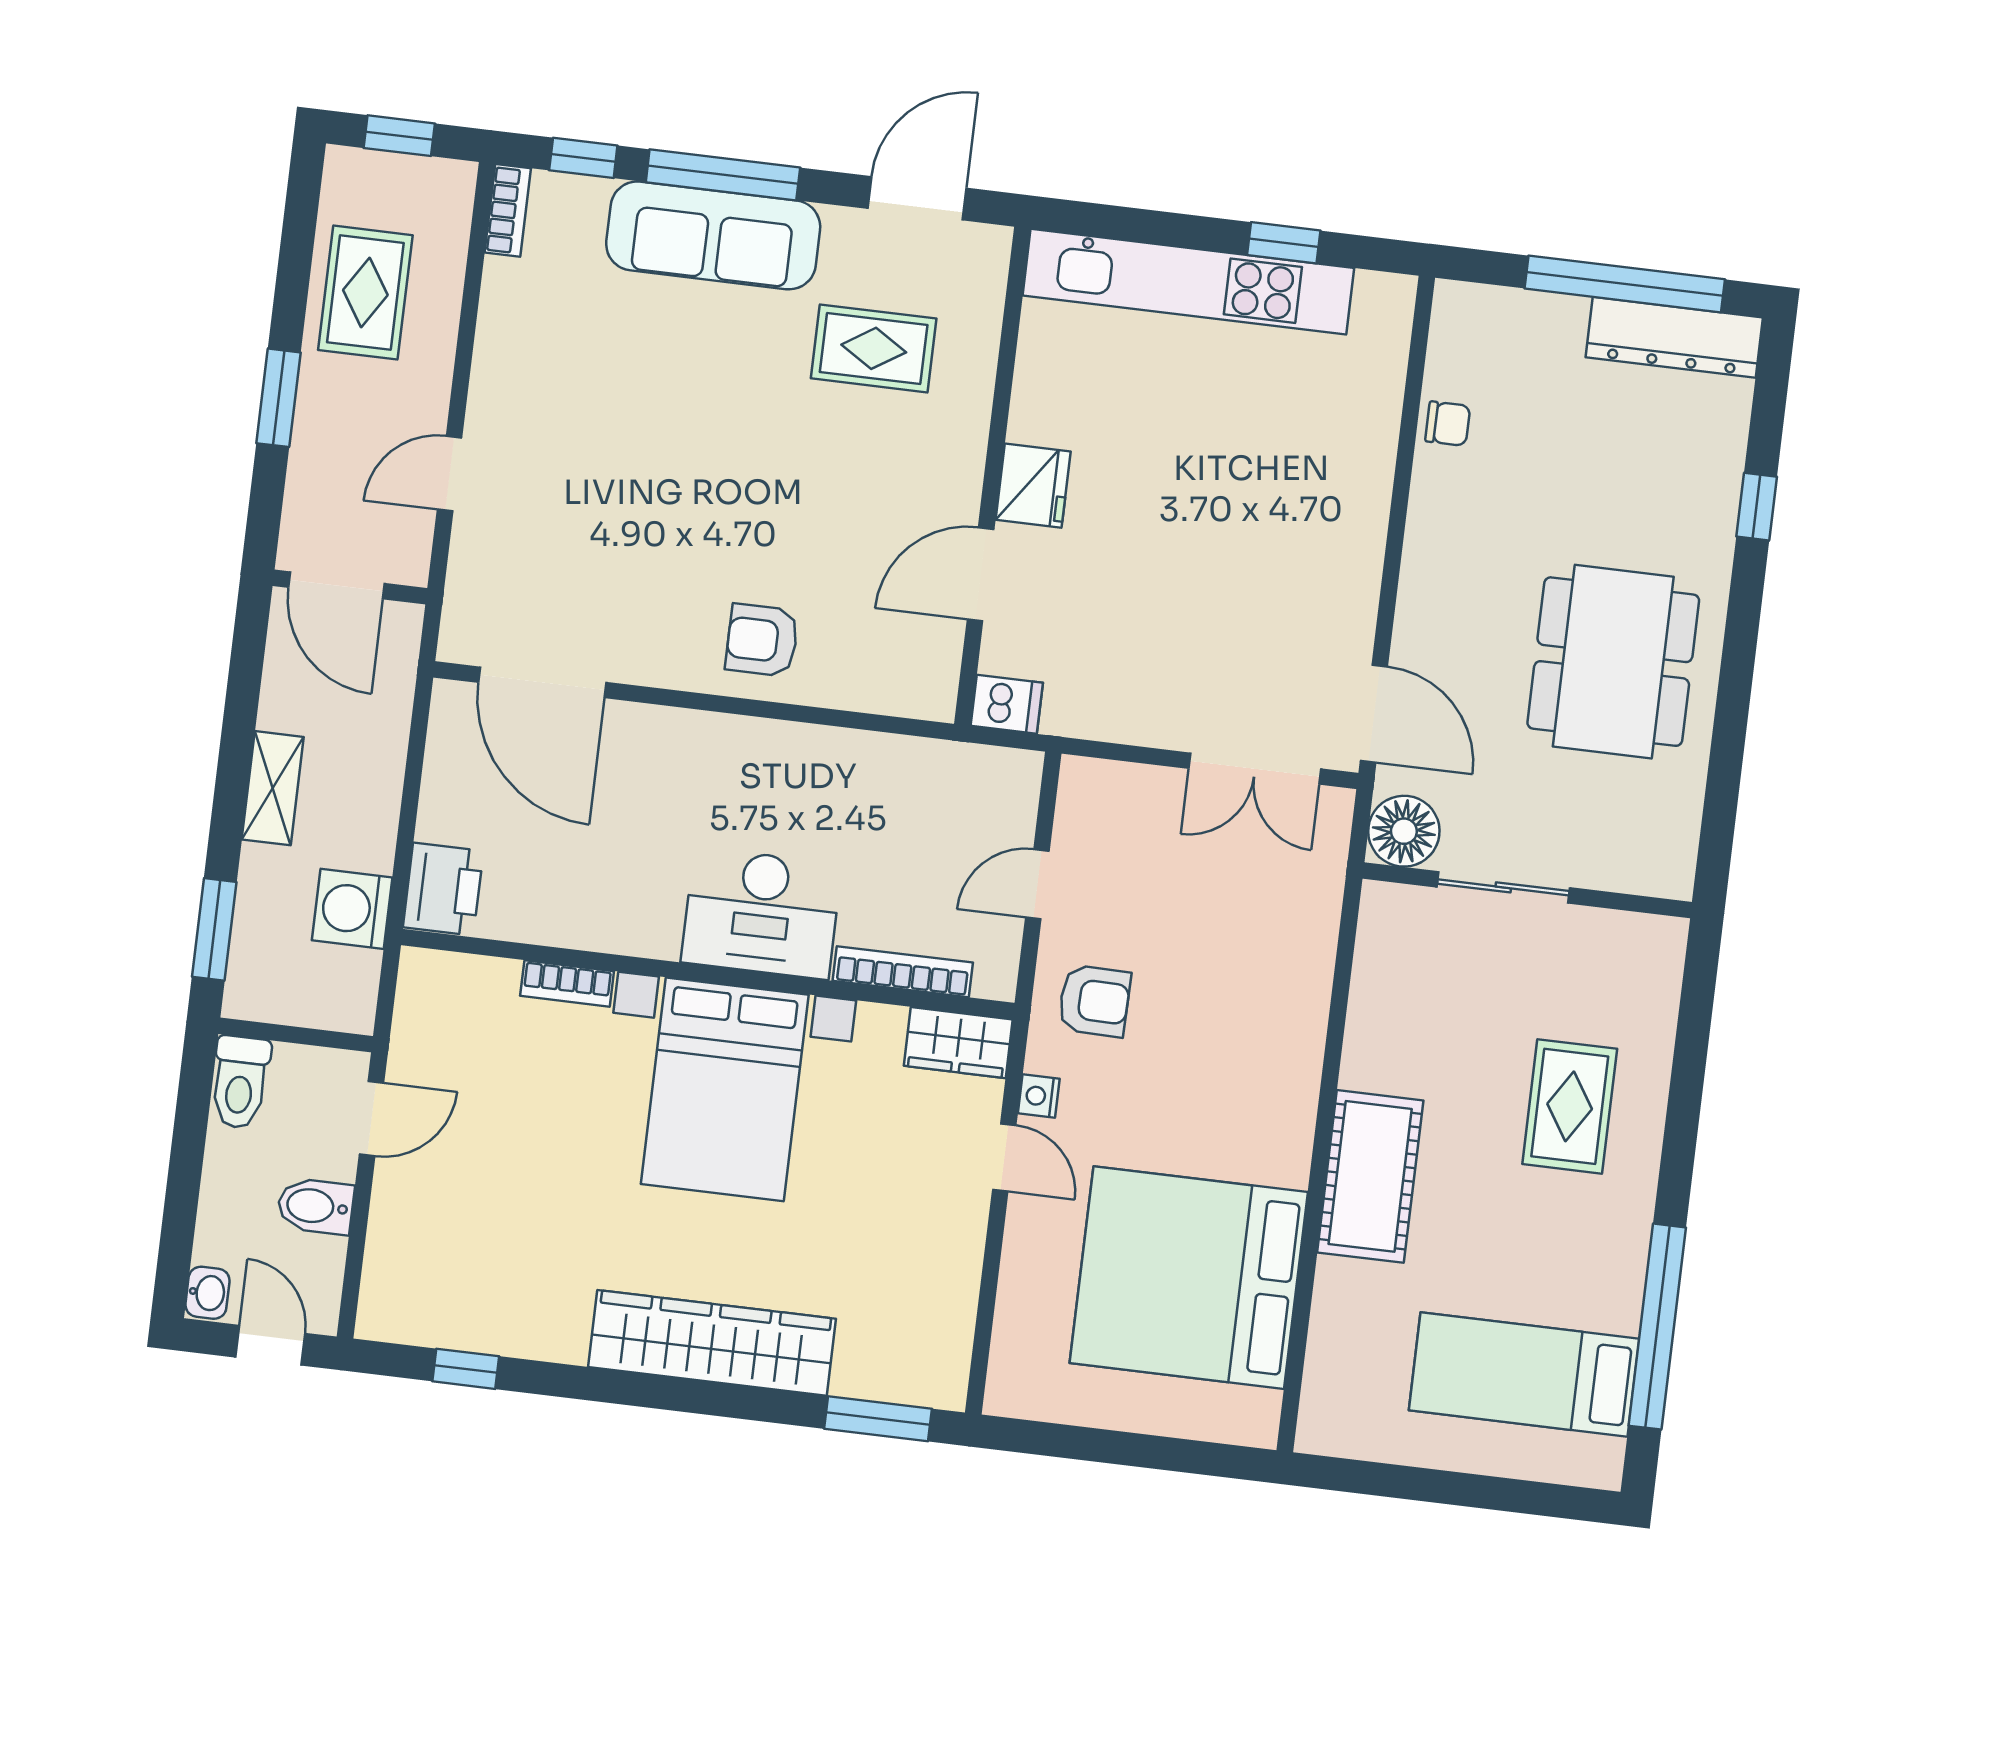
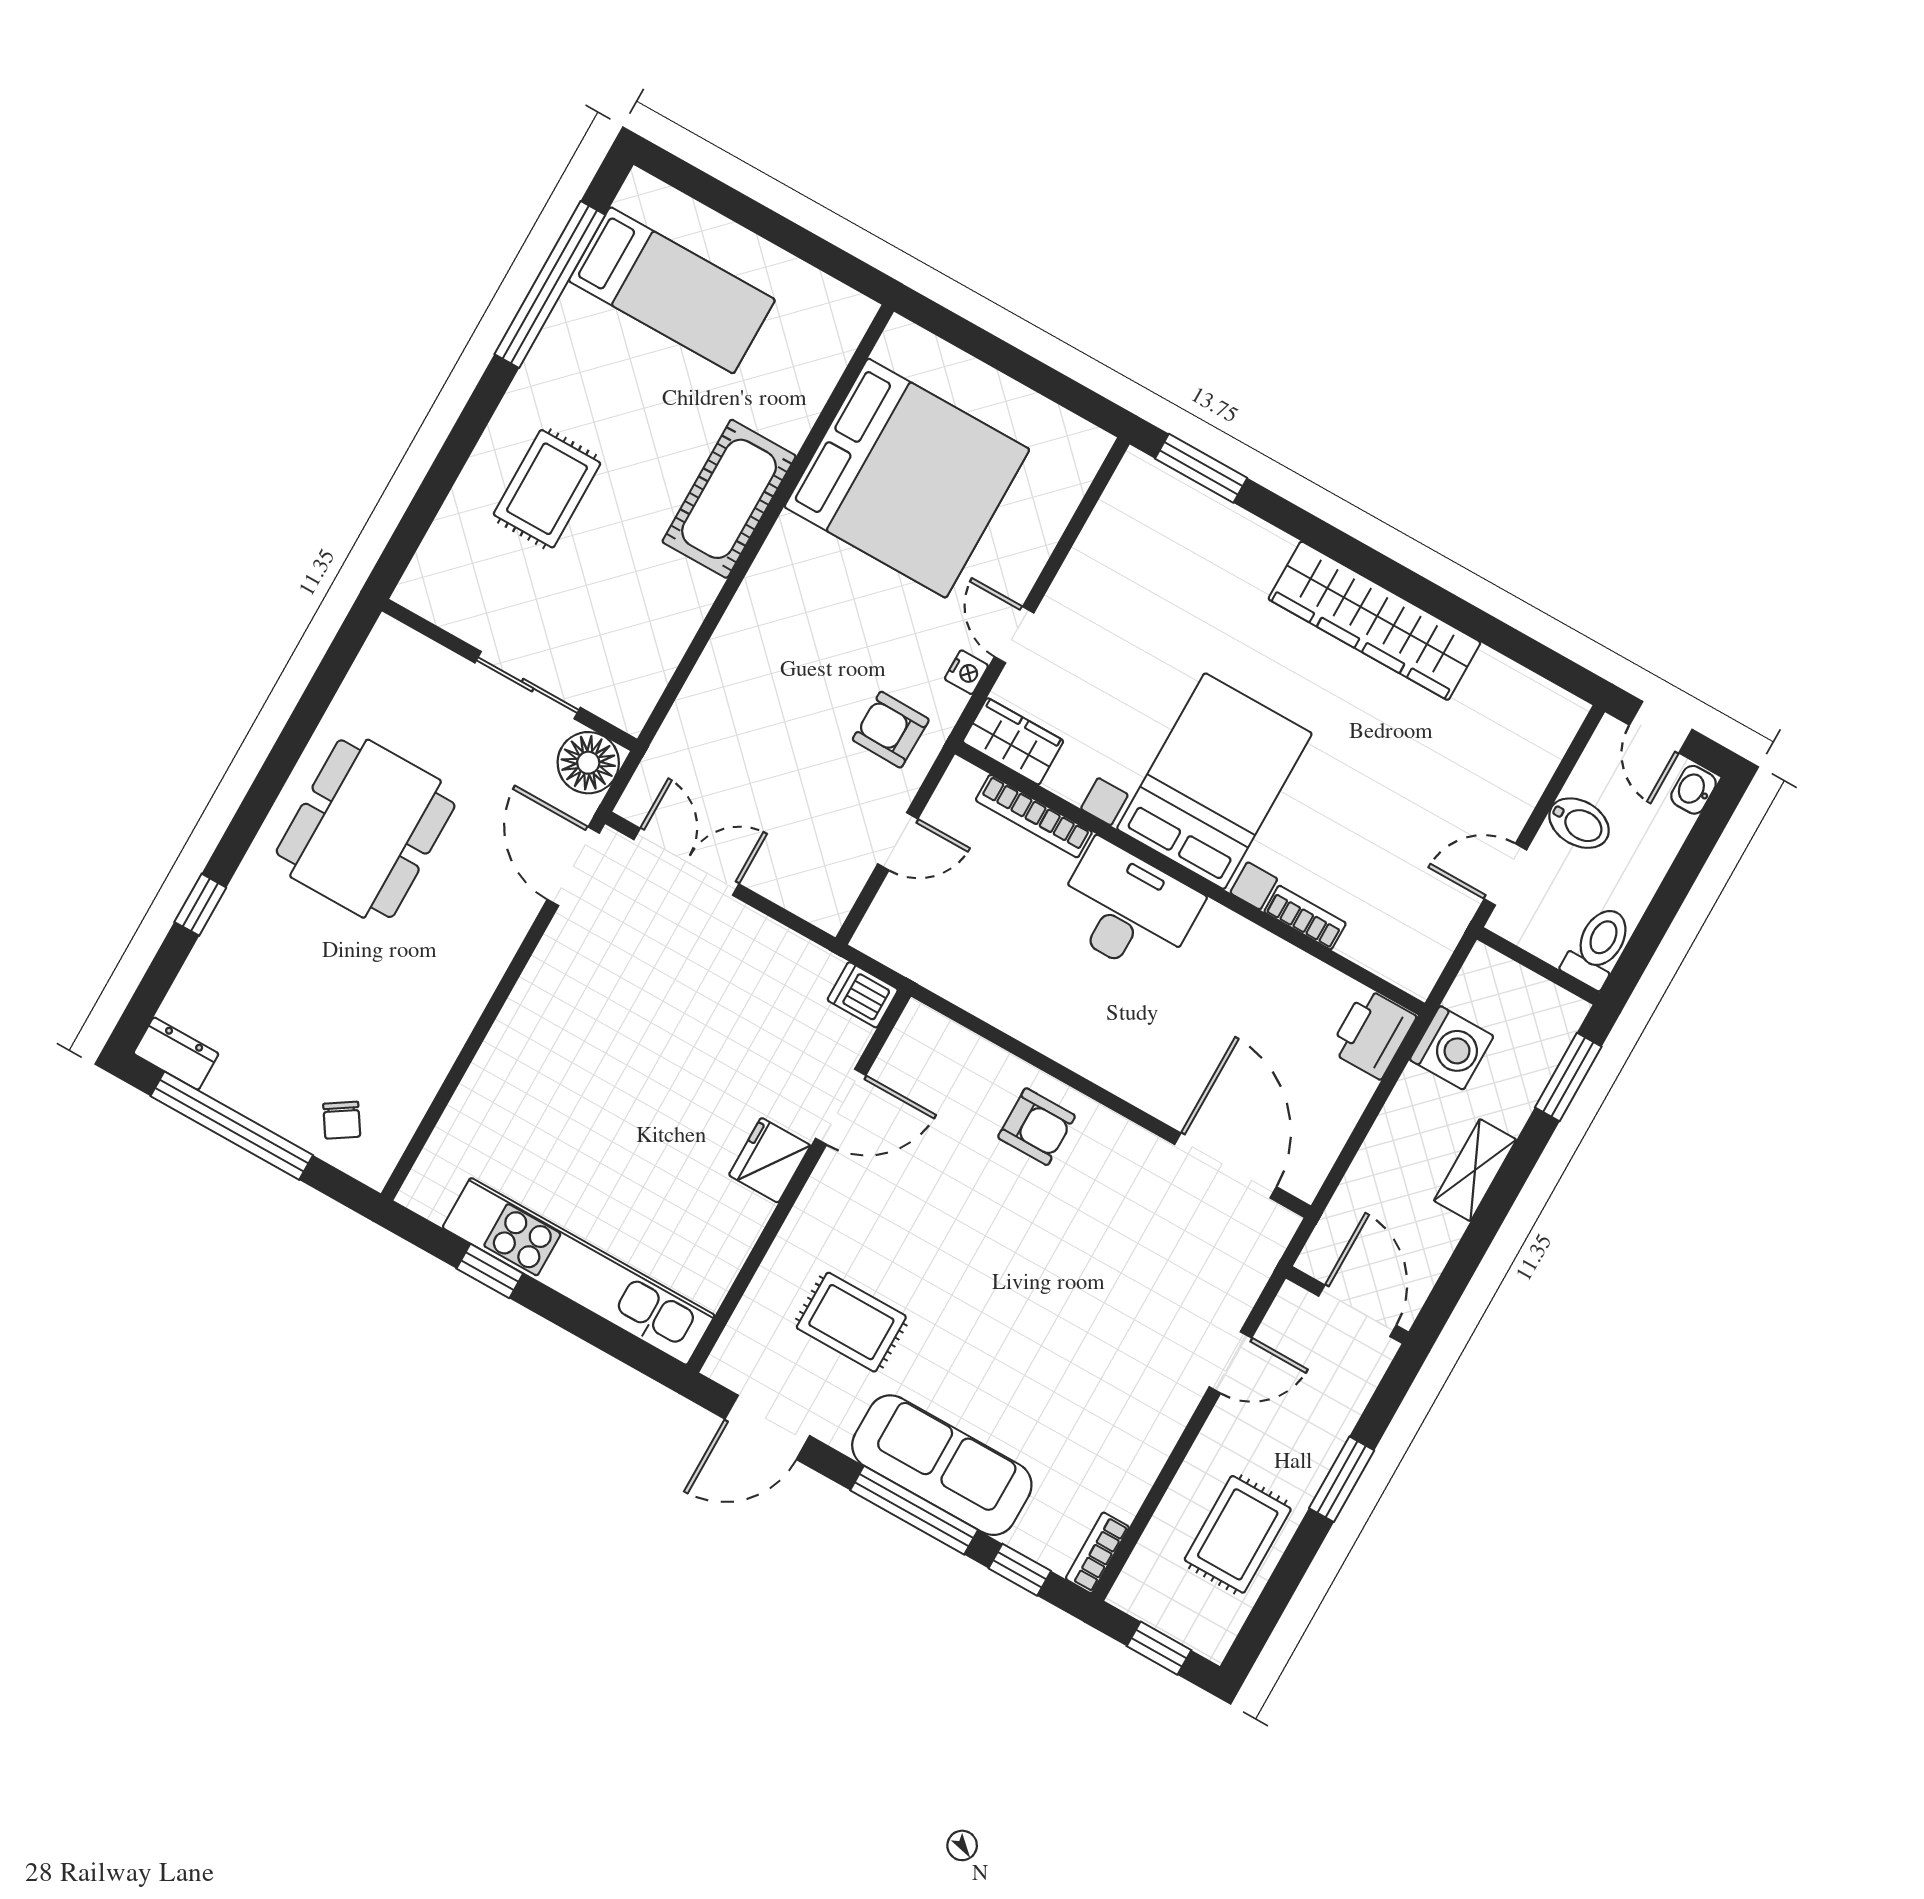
dresser: (1674, 337) -> (176, 1054), width x0.51, depth x0.80
chair: (1448, 424) -> (342, 1120), moved, turned -123
wardrobe: (712, 1343) -> (1374, 621), moved
window: (466, 1369) -> (1513, 644), removed

